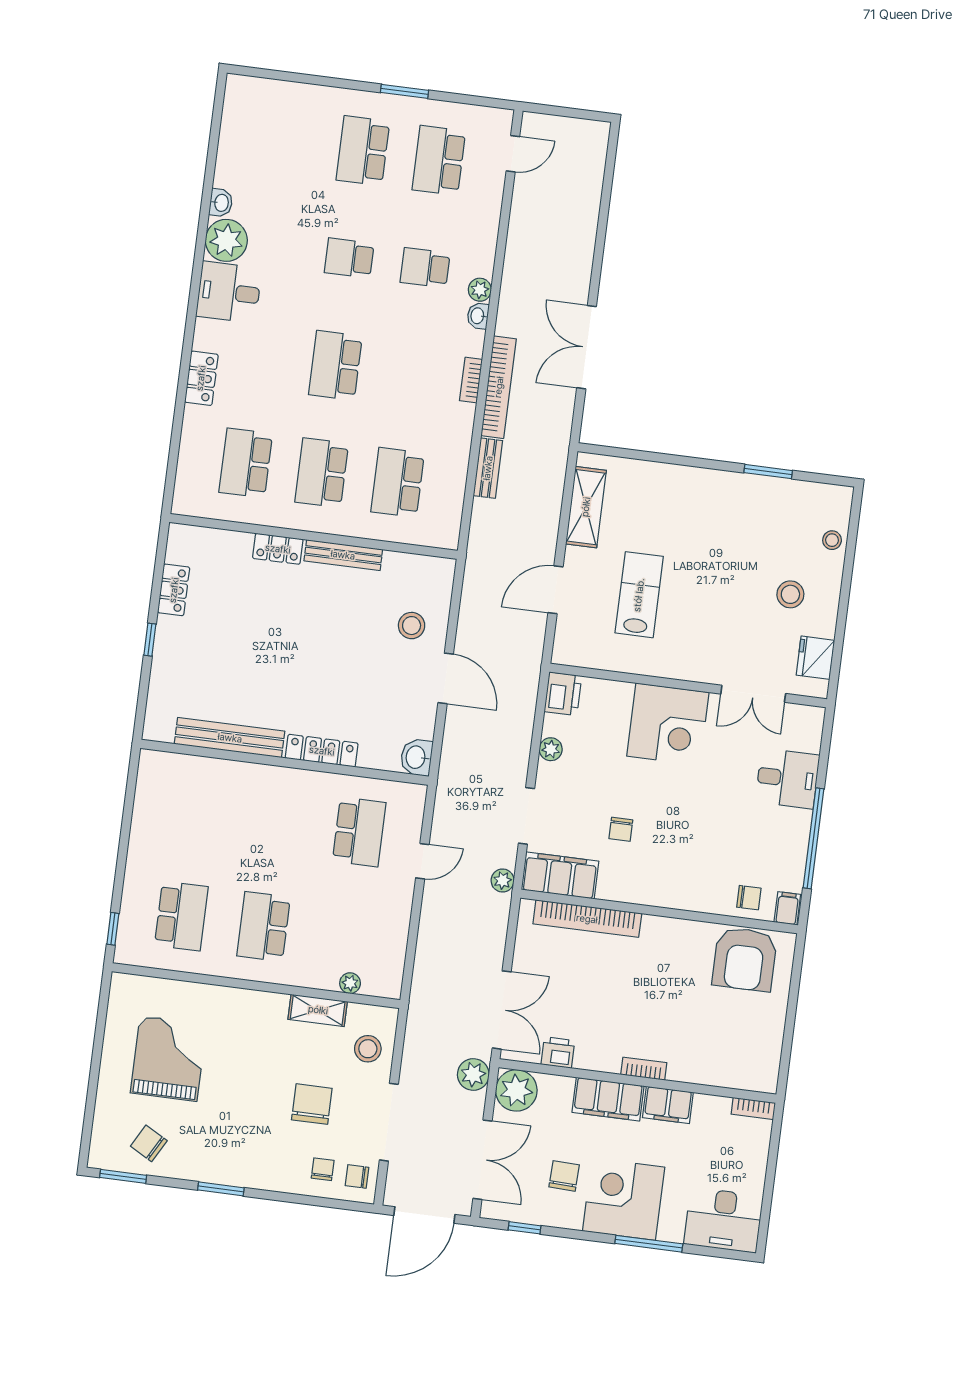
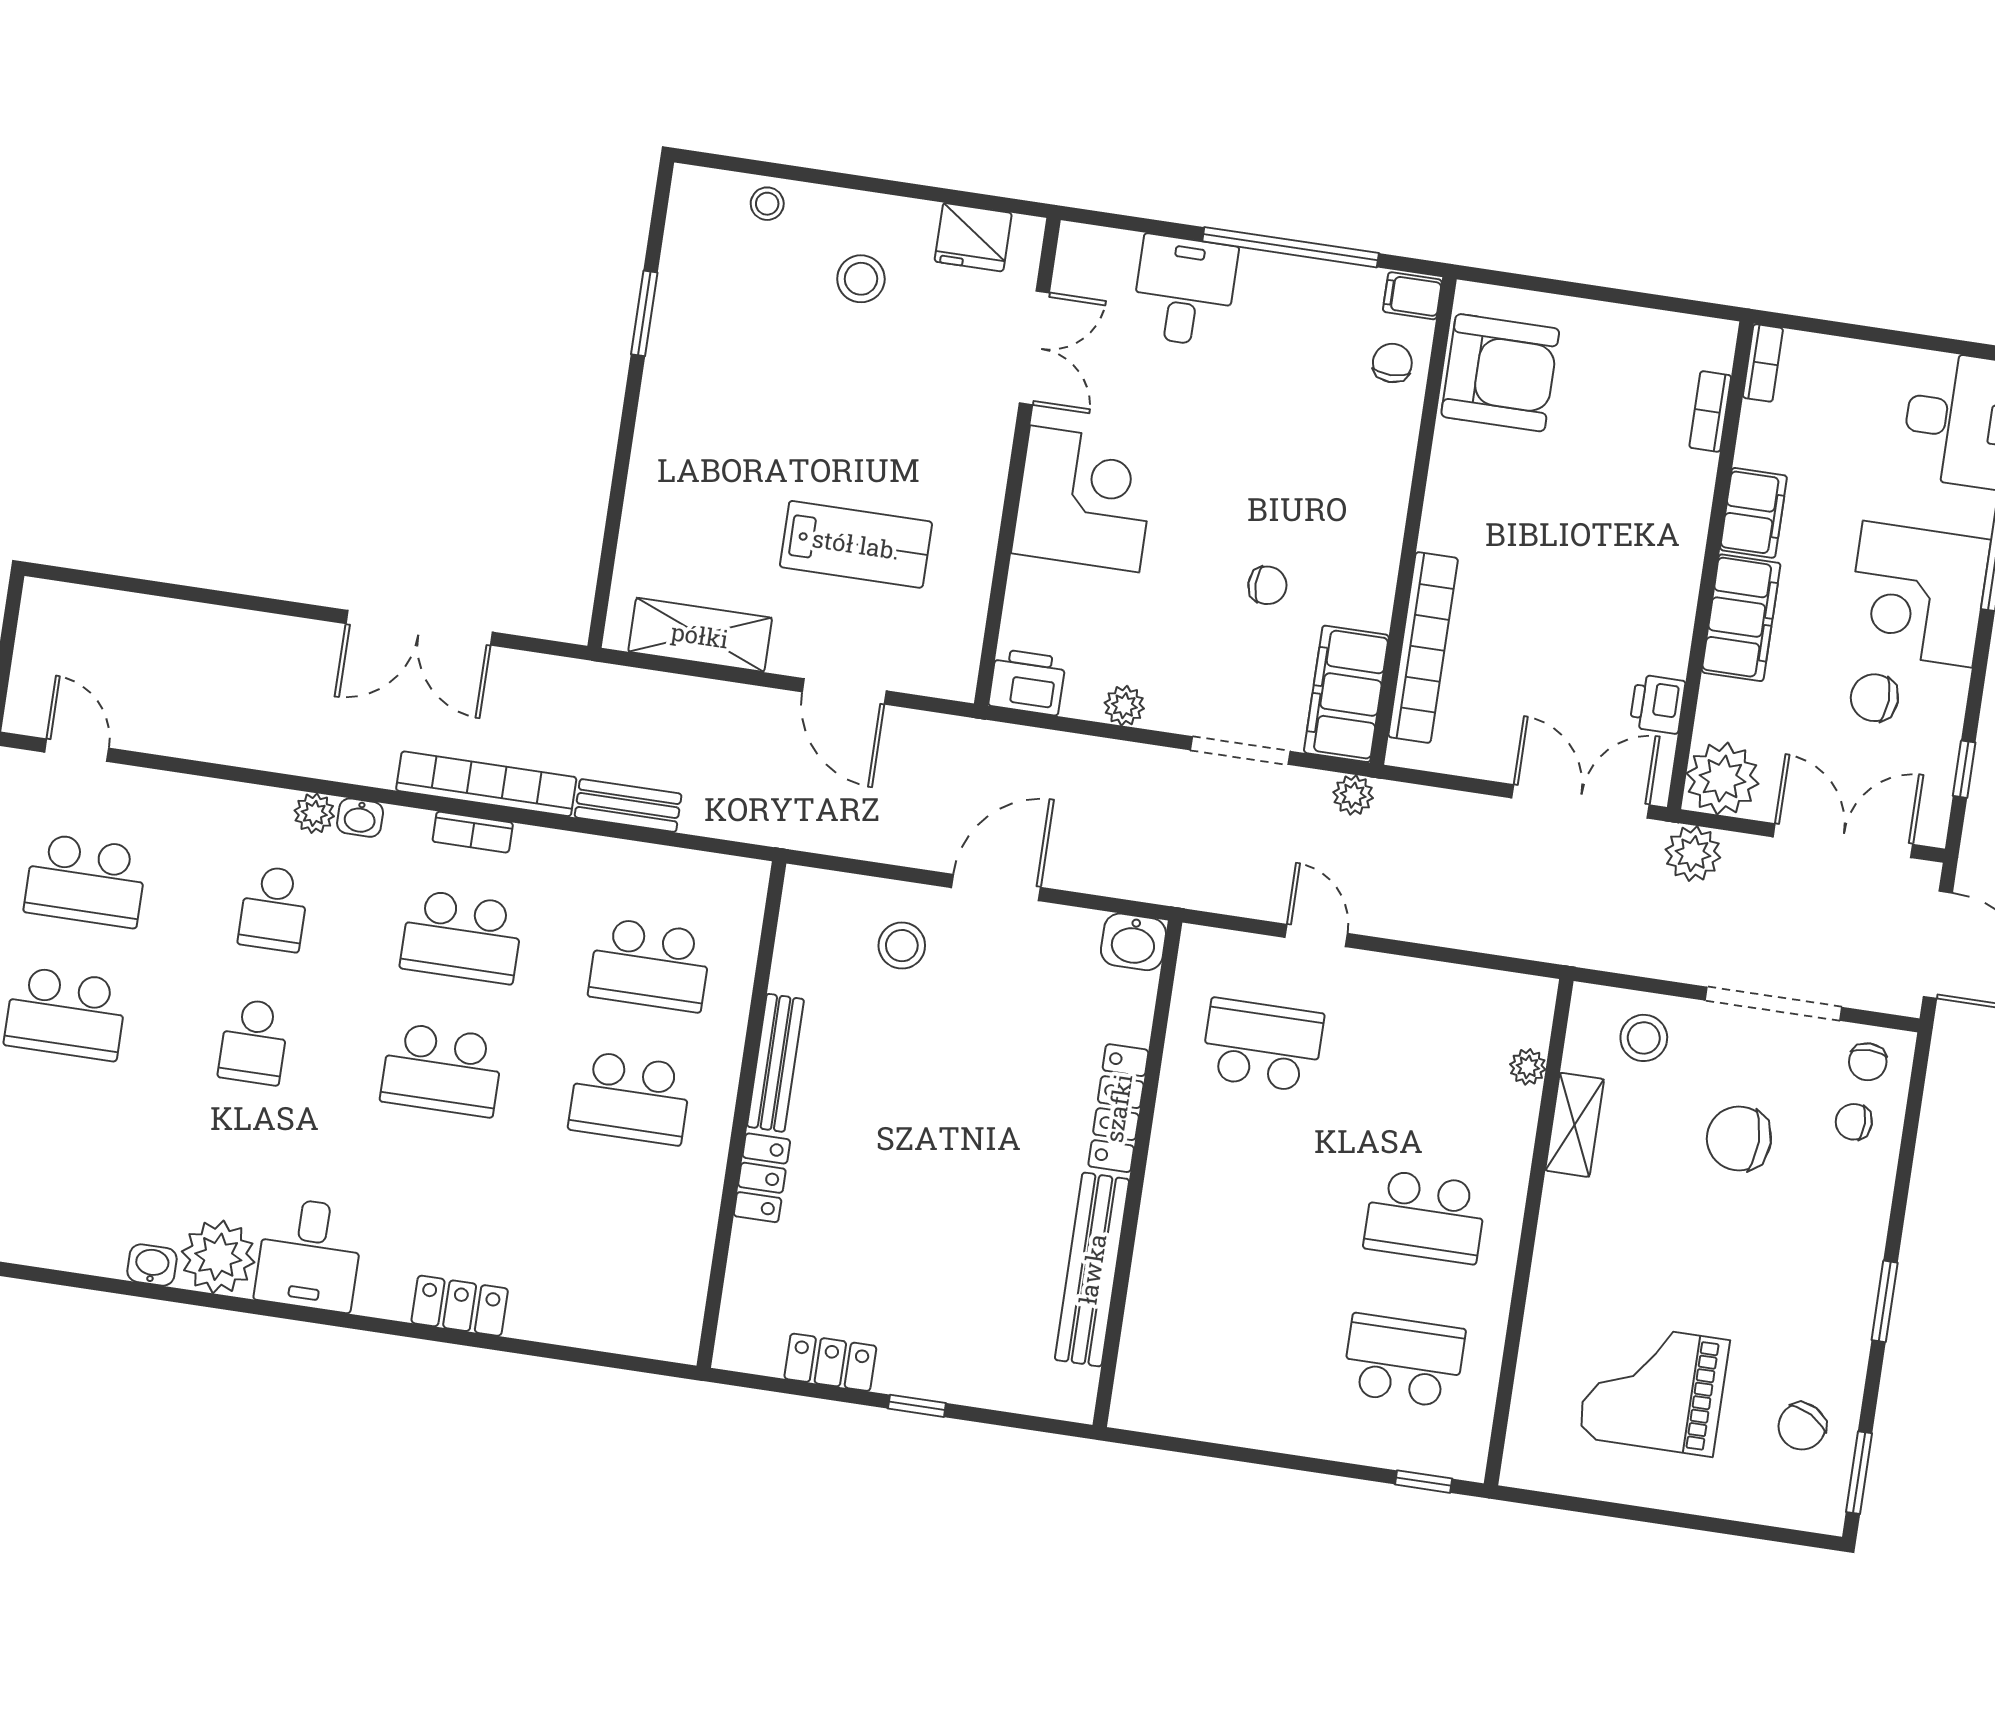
school desk: (246, 463) -> (462, 937), moved
lab bench: (639, 595) -> (856, 544), turned 180
bookcase: (644, 1069) -> (1710, 412), moved

